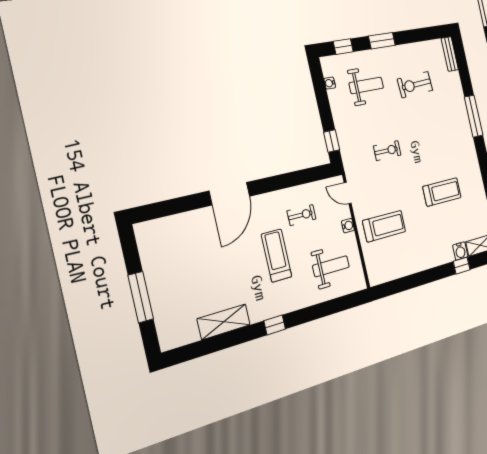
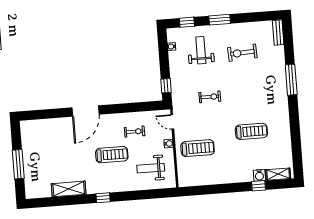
weight bench: (366, 85) -> (201, 50), turned -90
treadmill: (276, 256) -> (112, 155), turned 90
weight bench: (331, 266) -> (151, 168), turned 180

